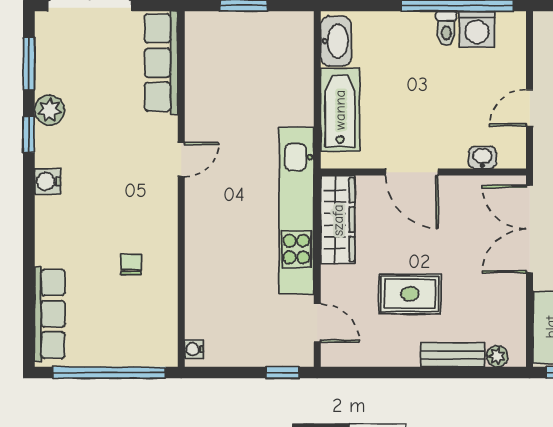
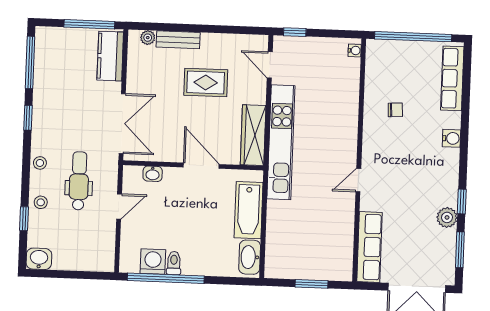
water cooler: (47, 181) -> (451, 138), moved
chair: (131, 265) -> (395, 110), turned -93

